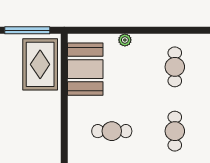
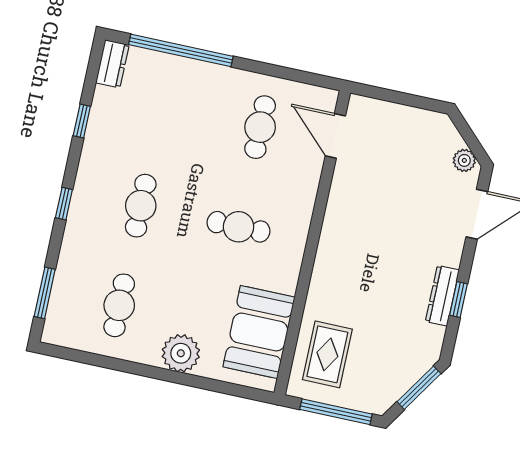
plant: (125, 40) -> (181, 353), width x1.88, depth x1.88
rug: (40, 64) -> (327, 354), width x0.73, depth x0.70

